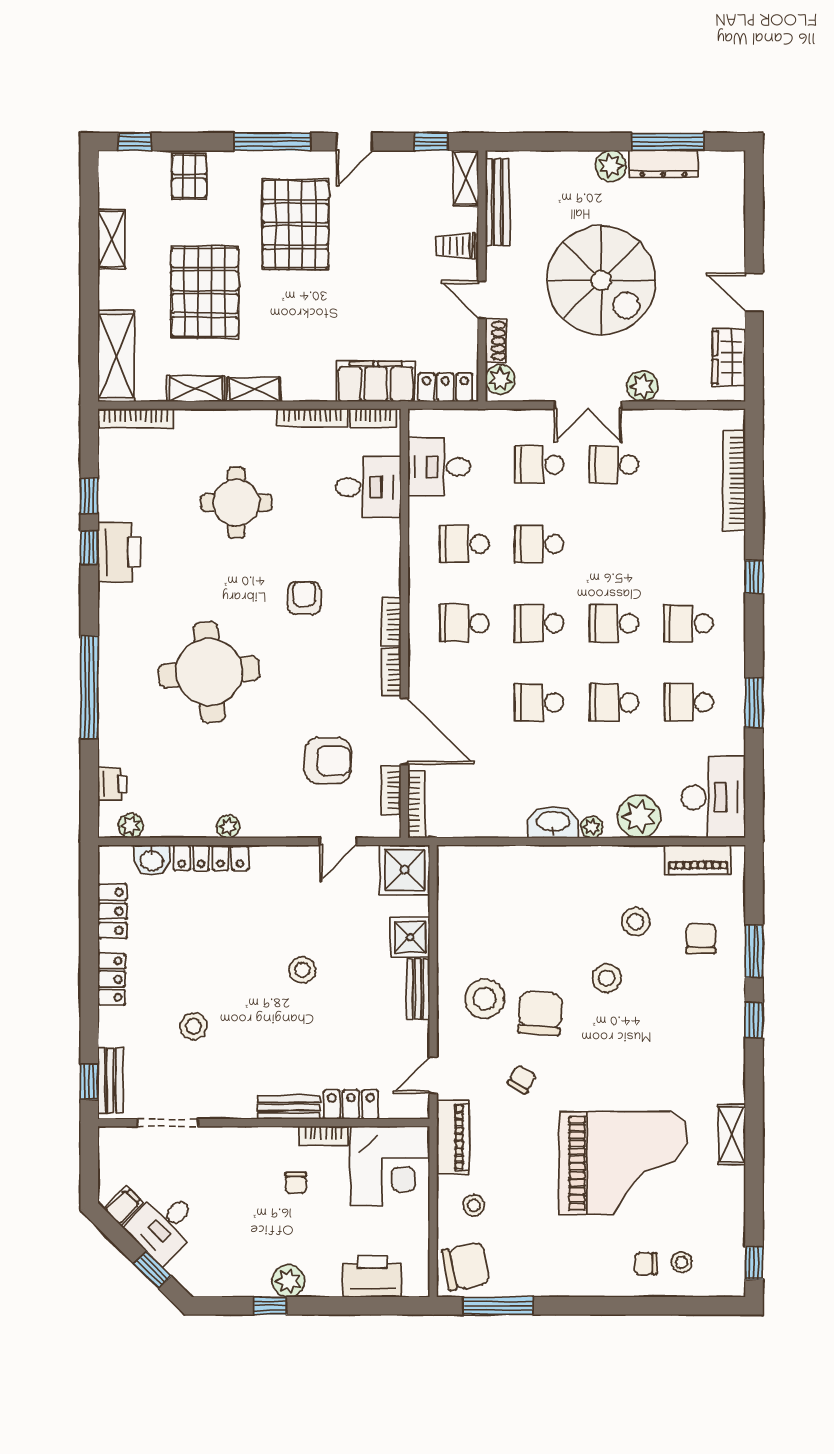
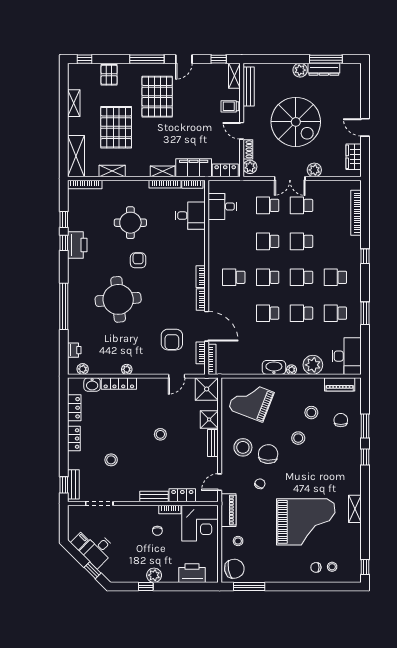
shelving: (254, 390) -> (163, 171), moved
school desk: (464, 544) -> (302, 241), moved
armchair: (304, 598) -> (138, 260), moved
armchair: (328, 761) -> (172, 340), turned 90
grand piano: (503, 896) -> (251, 401), added

